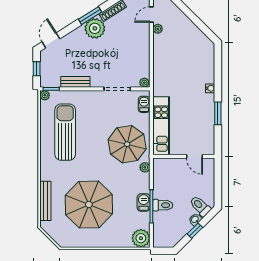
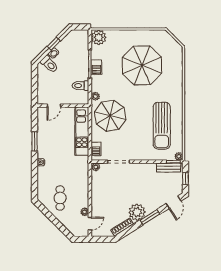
window: (90, 16) -> (150, 217), moved
cafe table: (187, 45) -> (60, 198), added
bench: (75, 82) -> (169, 168), moved
door: (195, 156) -> (54, 106), swing flipped
bench: (45, 201) -> (178, 68), removed
toilet: (163, 205) -> (80, 86), moved

